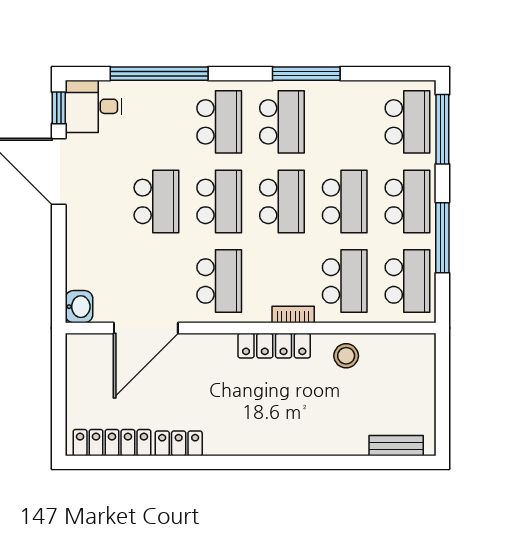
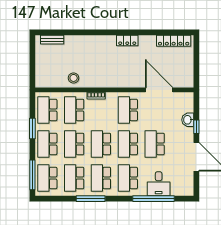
desk: (94, 106) -> (159, 184), moved, turned 90
window: (59, 108) -> (196, 127), moved
school desk: (345, 122) -> (74, 178), added
window: (442, 238) -> (32, 128), width x0.69
washbasin: (79, 307) -> (188, 120), moved
door: (146, 328) -> (159, 90), hinge flipped
locker: (274, 346) -> (104, 82), removed
locker: (179, 443) -> (127, 41), moved

